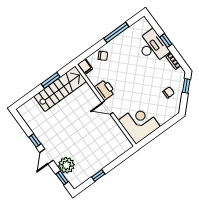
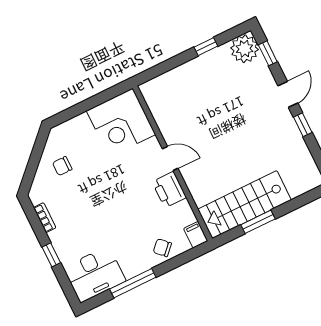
desk: (152, 47) -> (95, 274), moved, turned -90
window: (186, 86) -> (30, 172), removed
plant: (66, 165) -> (245, 49), moved

